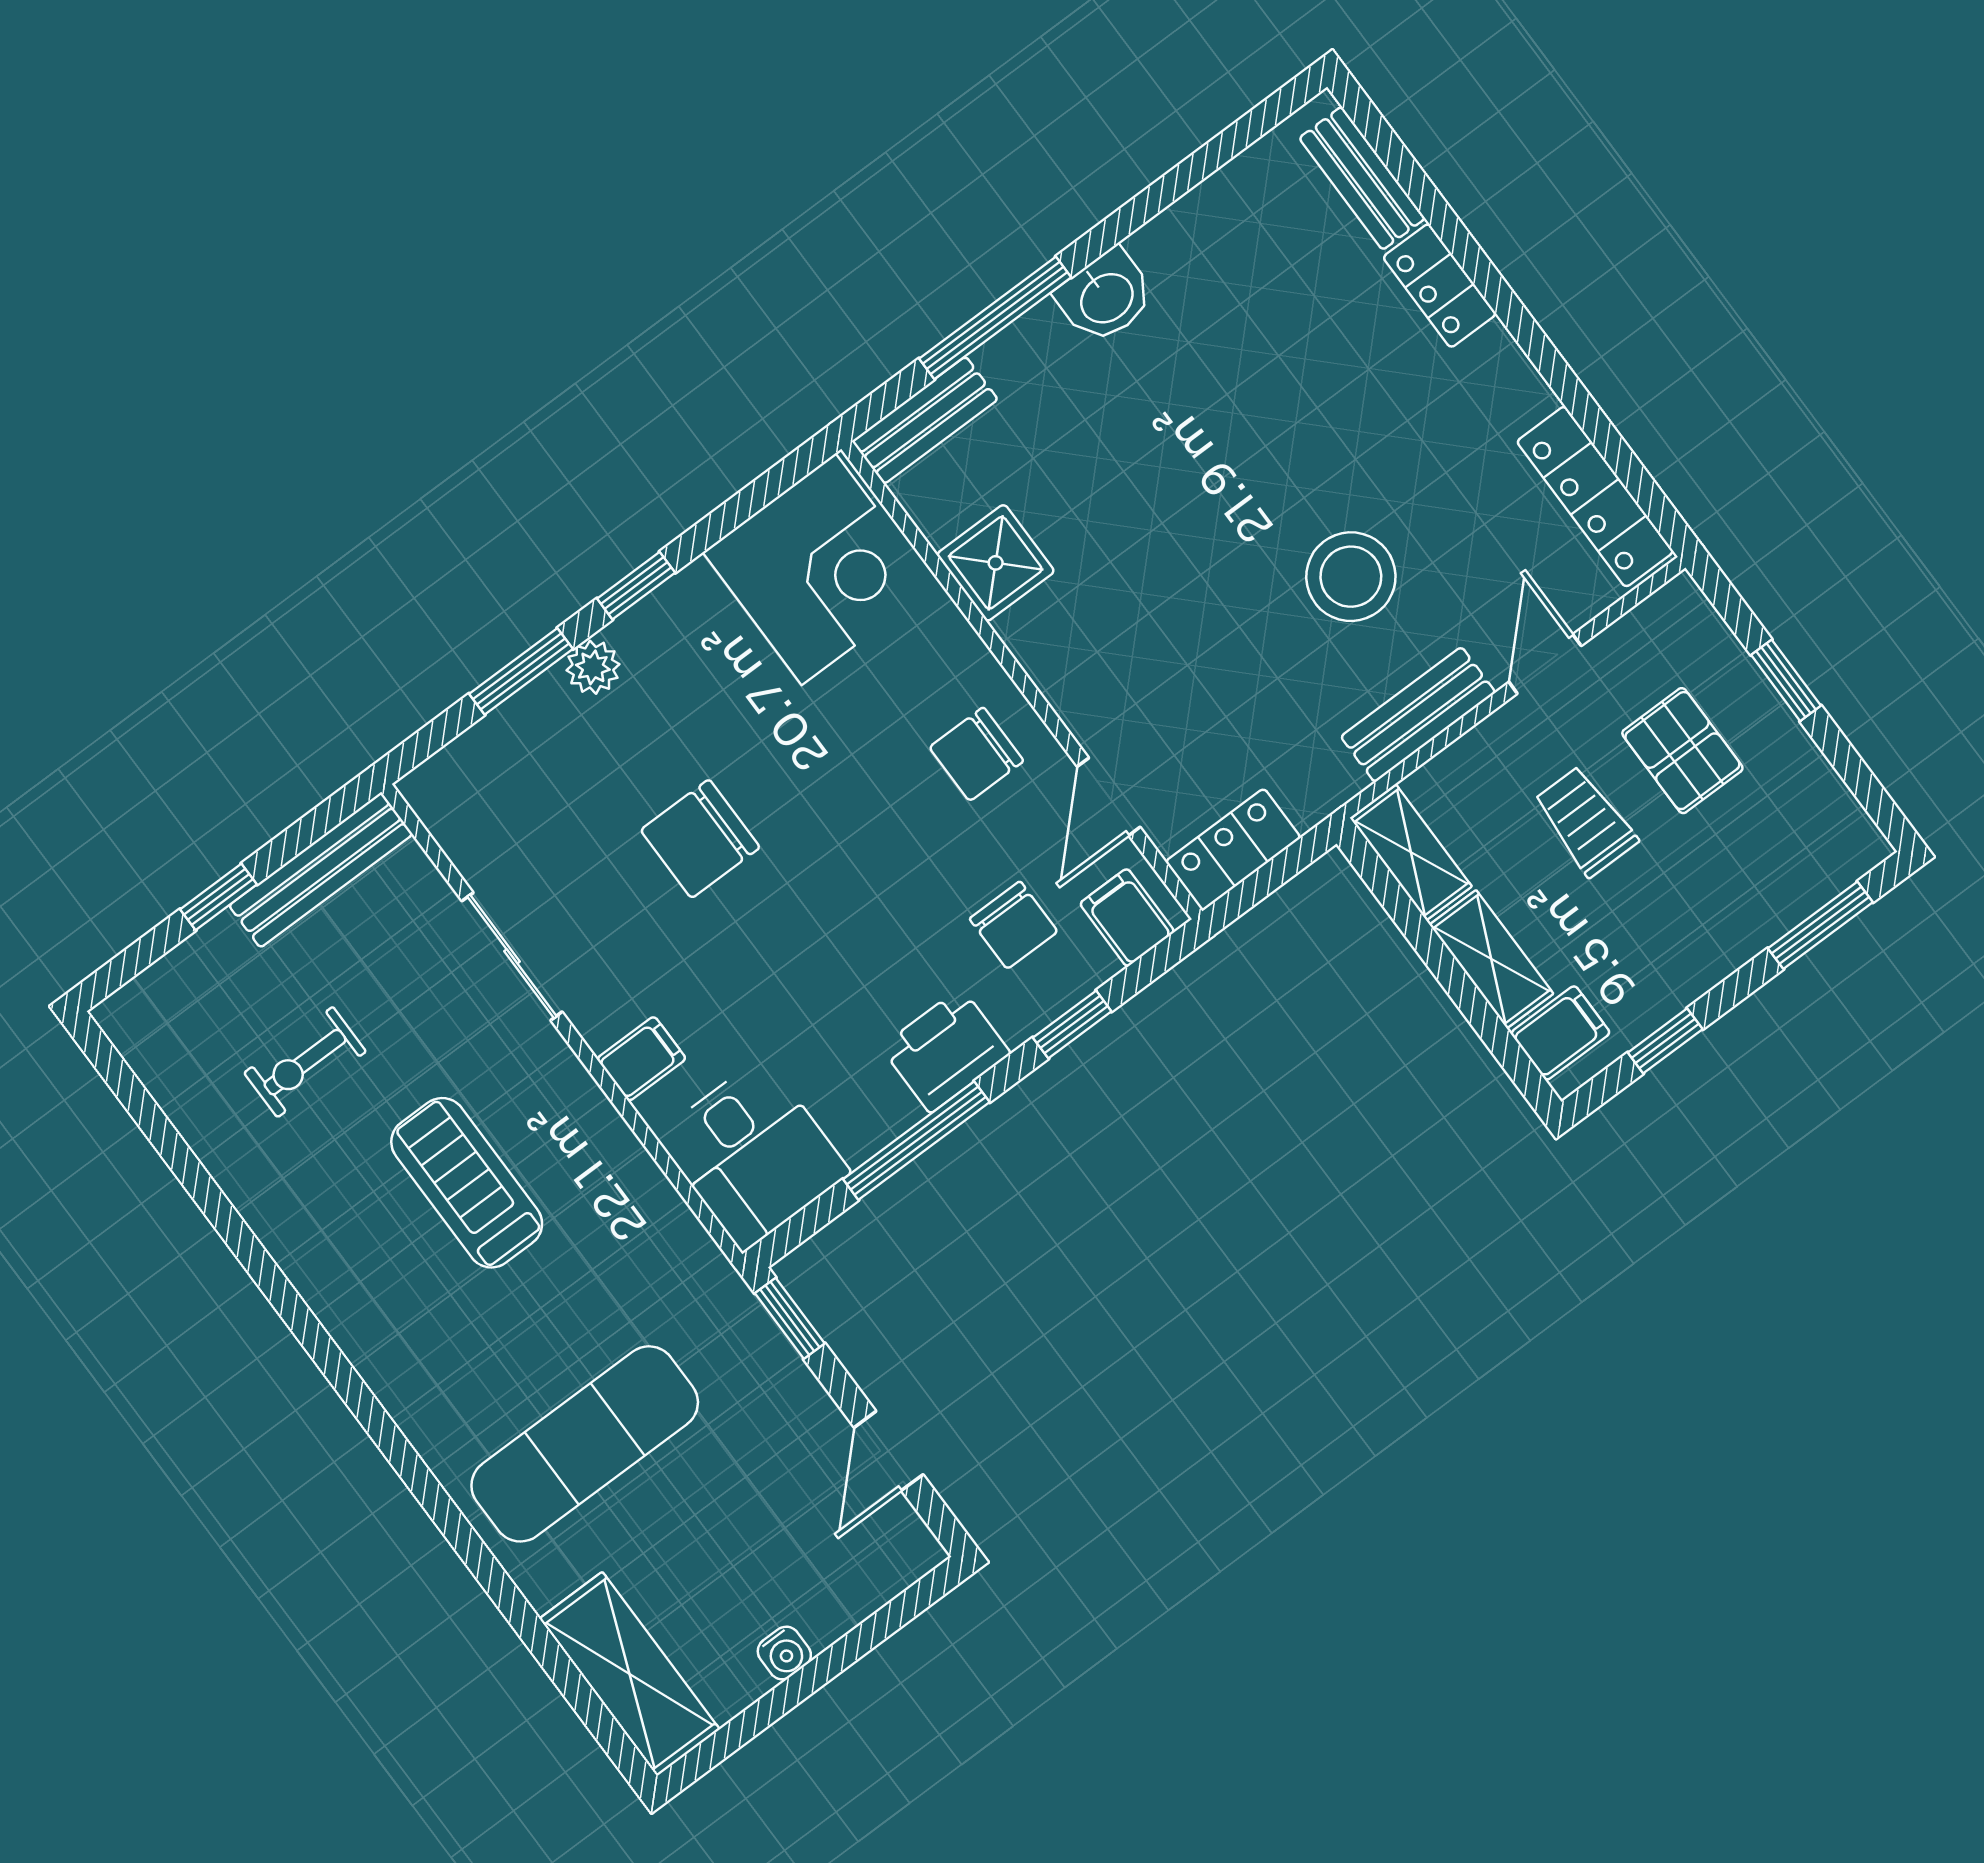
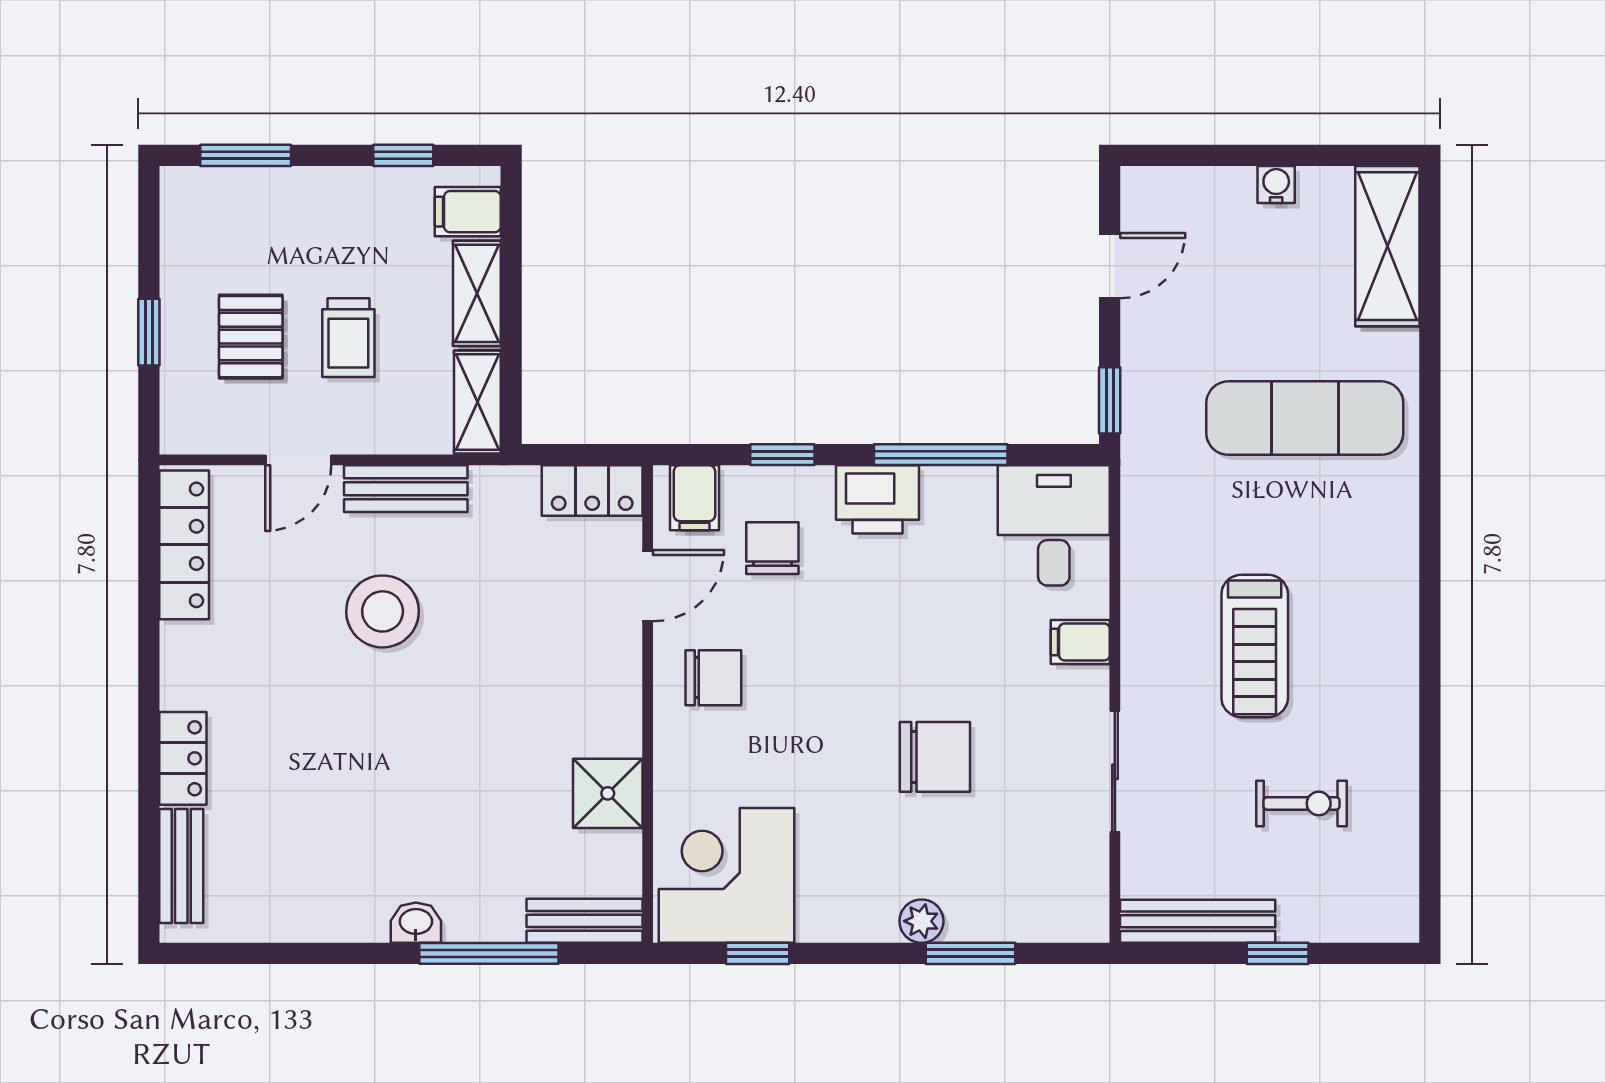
washbasin: (1106, 297) -> (416, 923), width x0.72, depth x0.69
window: (636, 586) -> (758, 953), moved

